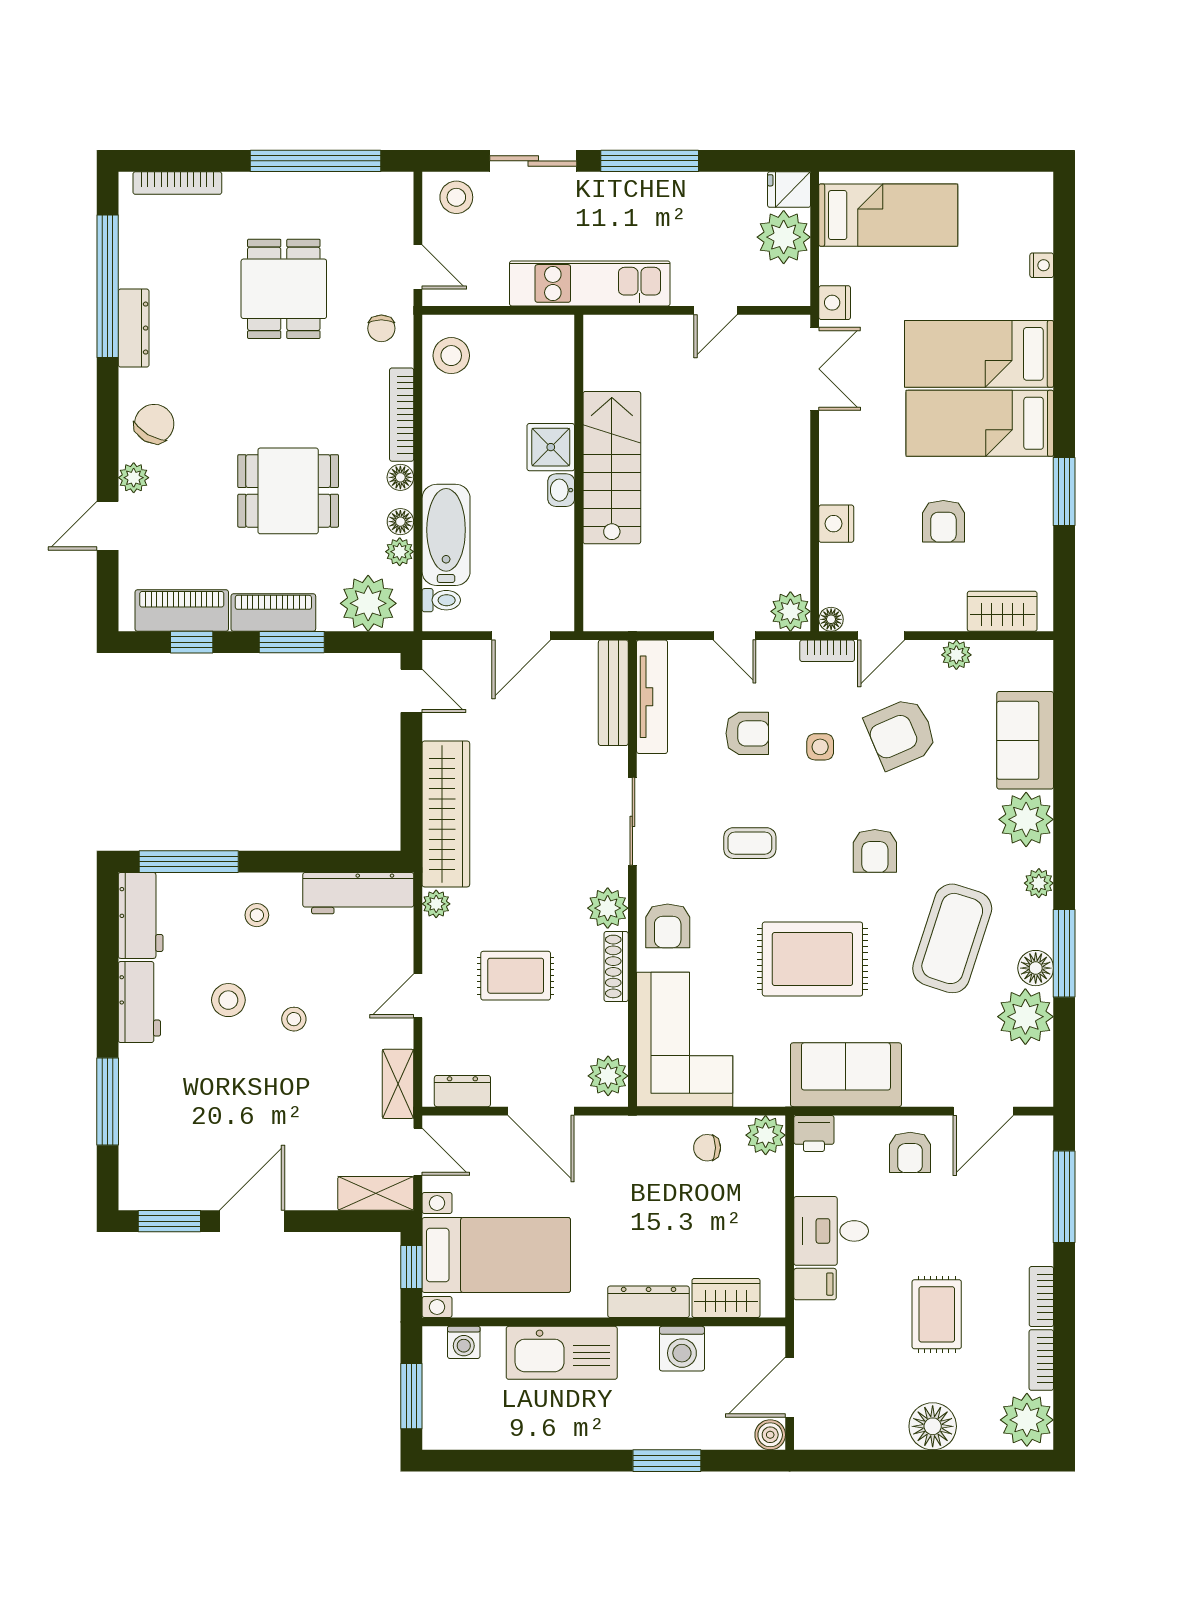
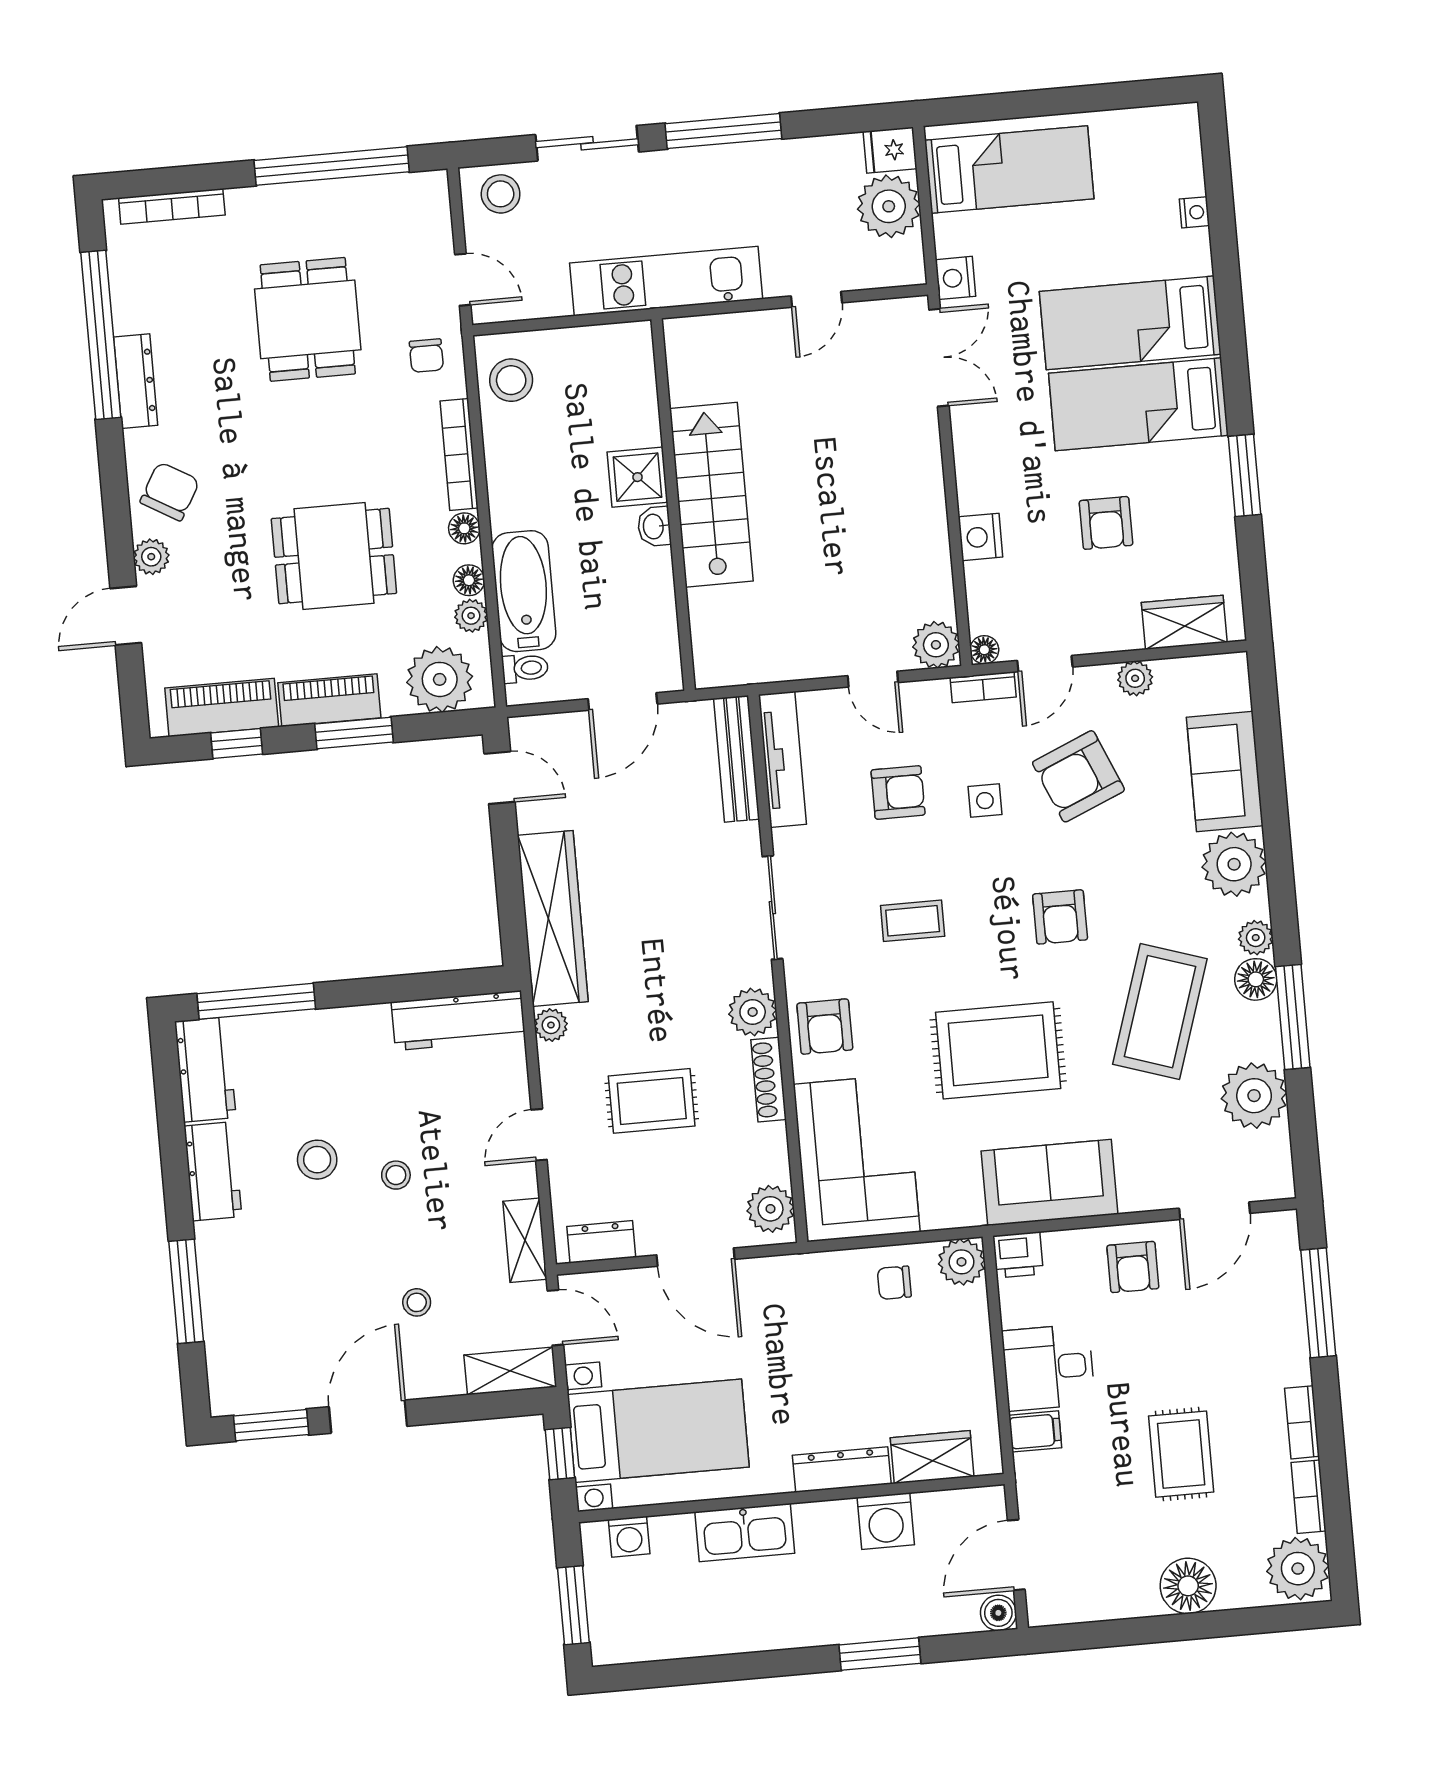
stool: (257, 915) -> (417, 1302), moved
floor lamp: (1036, 968) -> (1256, 979), moved
kitchen sink: (562, 1353) -> (745, 1533), width x0.73, depth x0.81

